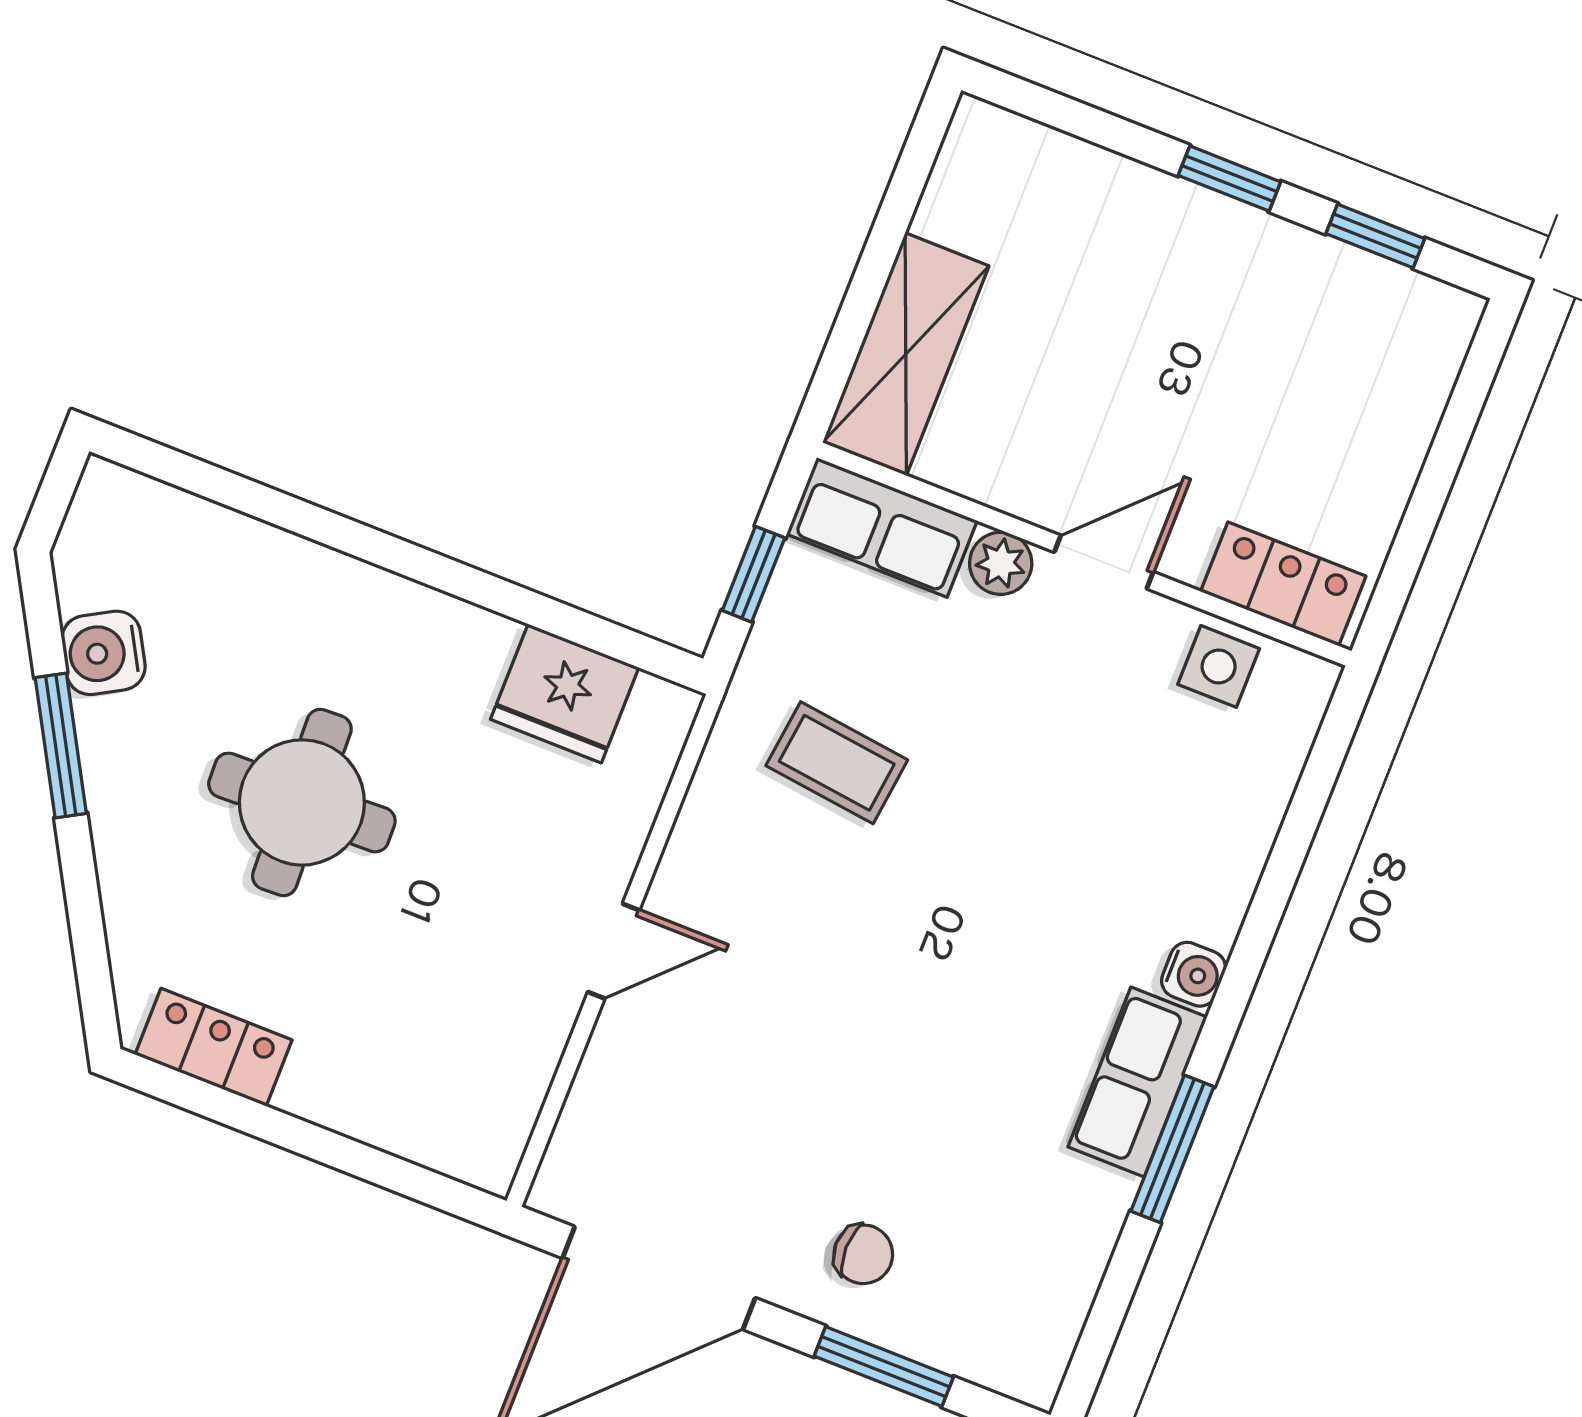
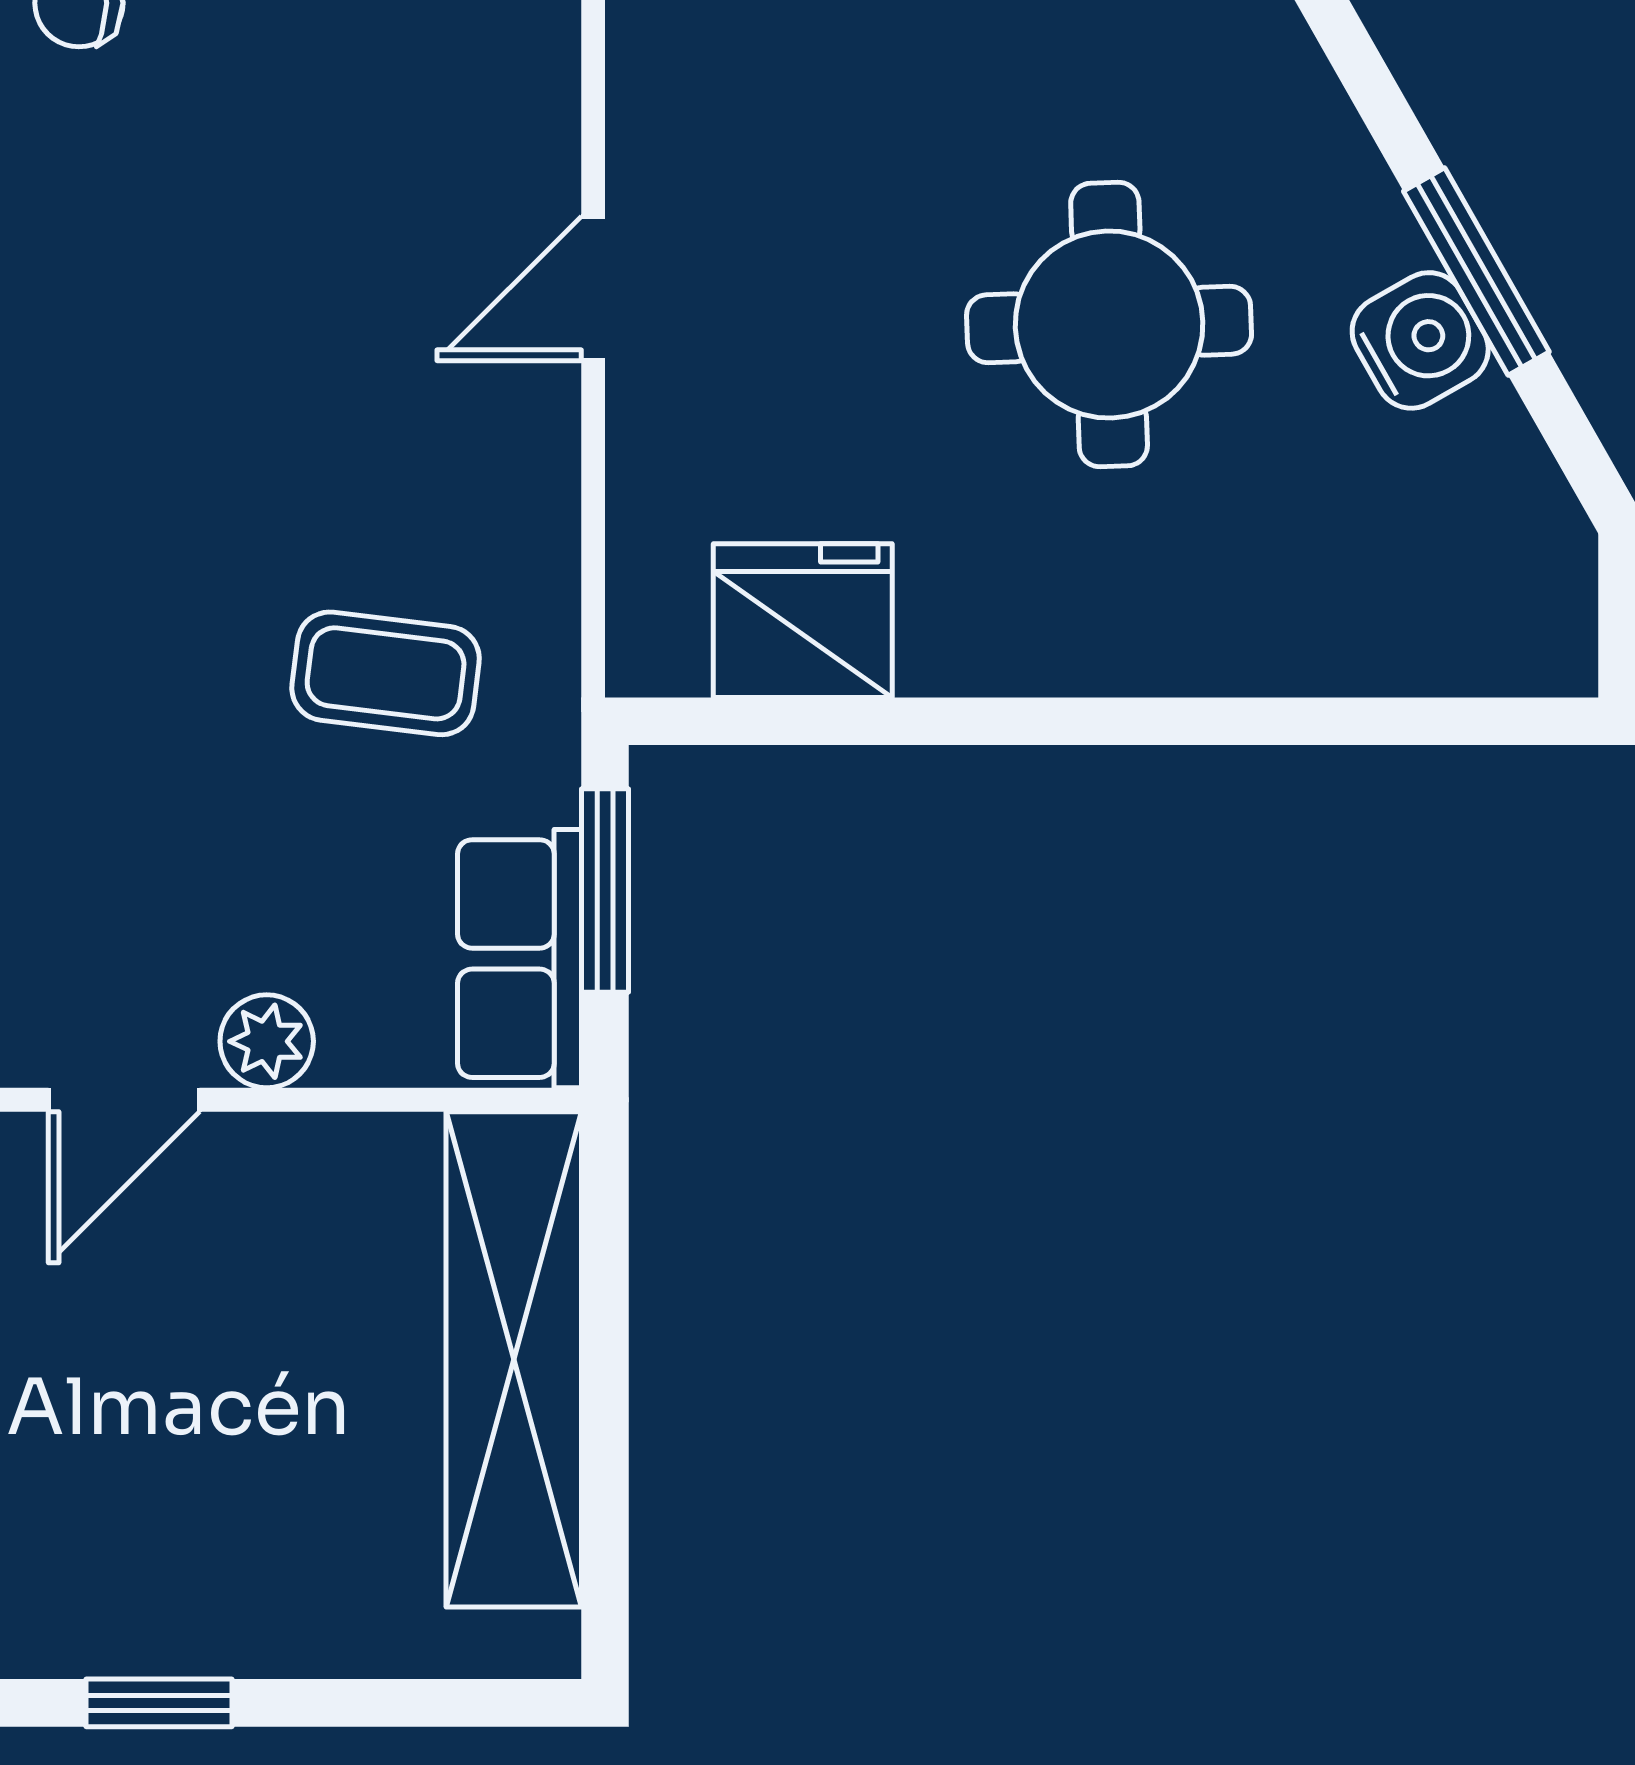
shelving: (906, 354) -> (514, 1359), width x1.47
row of seats: (882, 527) -> (519, 959), moved, turned -90
window: (754, 574) -> (605, 890), width x1.50
water cooler: (103, 653) -> (1420, 340), moved

